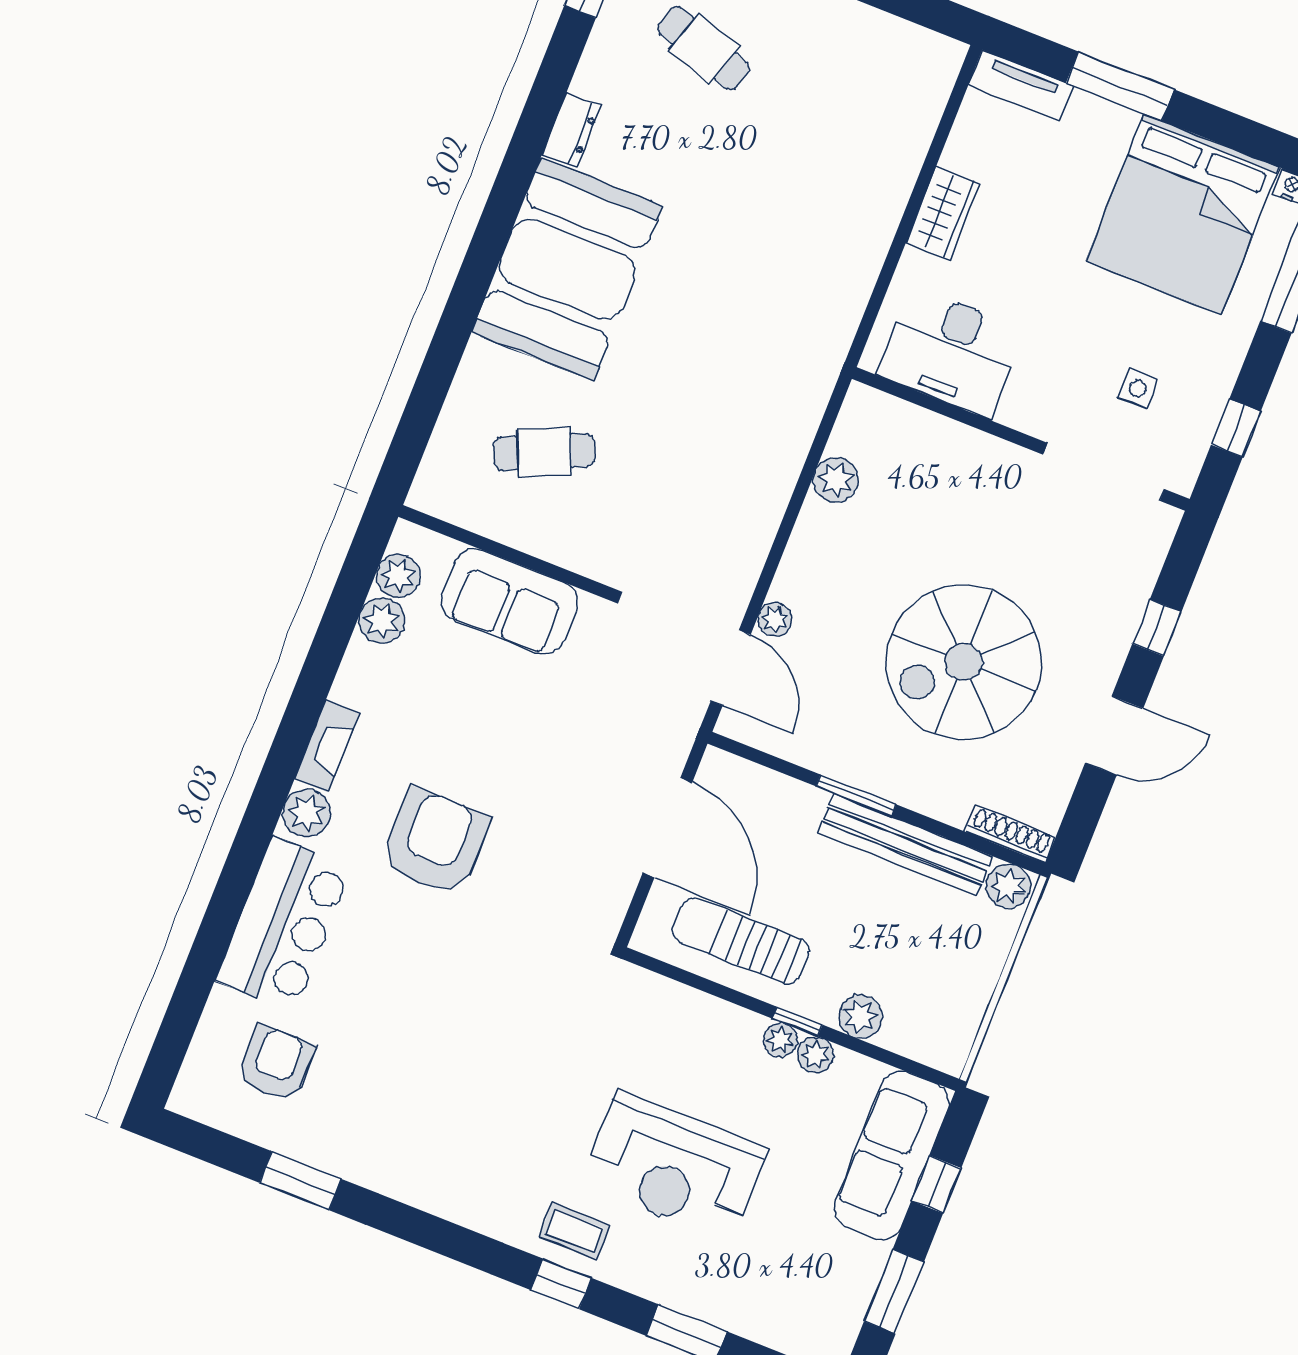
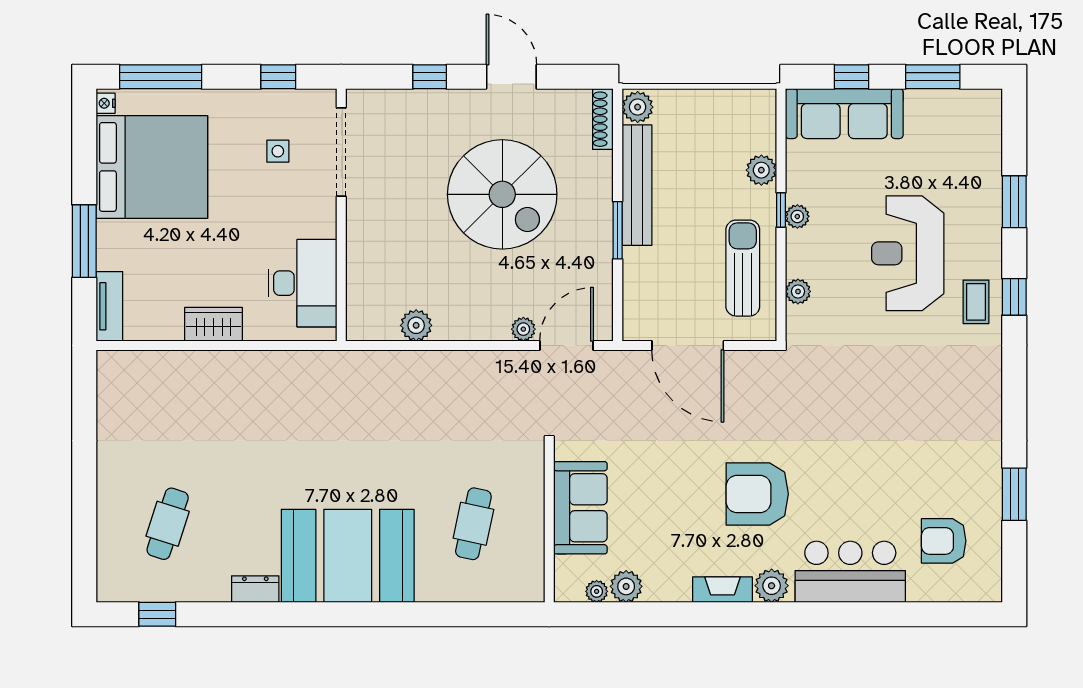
cafe table: (544, 452) -> (473, 524), turned 36
plant: (398, 576) -> (597, 591), width x0.73, depth x0.73
door: (667, 828) -> (688, 346), swing flipped
sun lounger: (741, 941) -> (743, 268), turned 180
plant: (815, 1055) -> (798, 291), moved
reception desk: (674, 1166) -> (908, 253), turned 180

